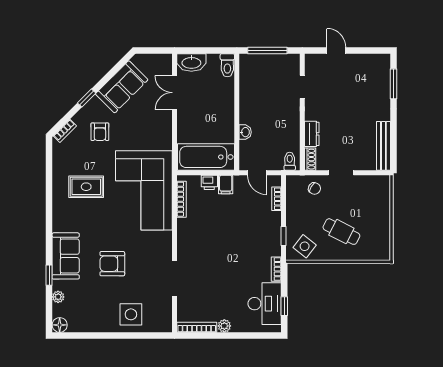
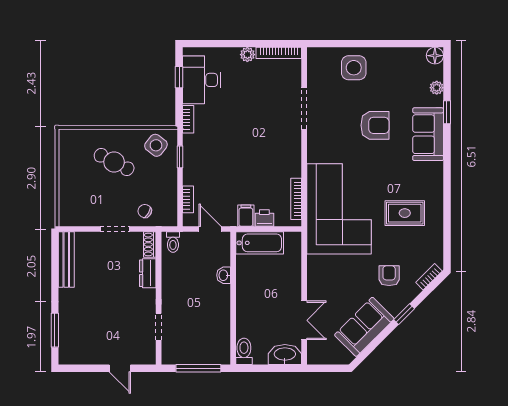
bathtub: (206, 157) -> (260, 243), width x0.73, depth x0.73

